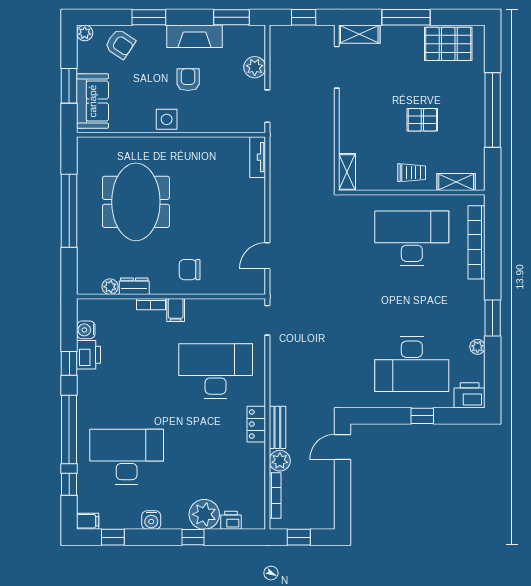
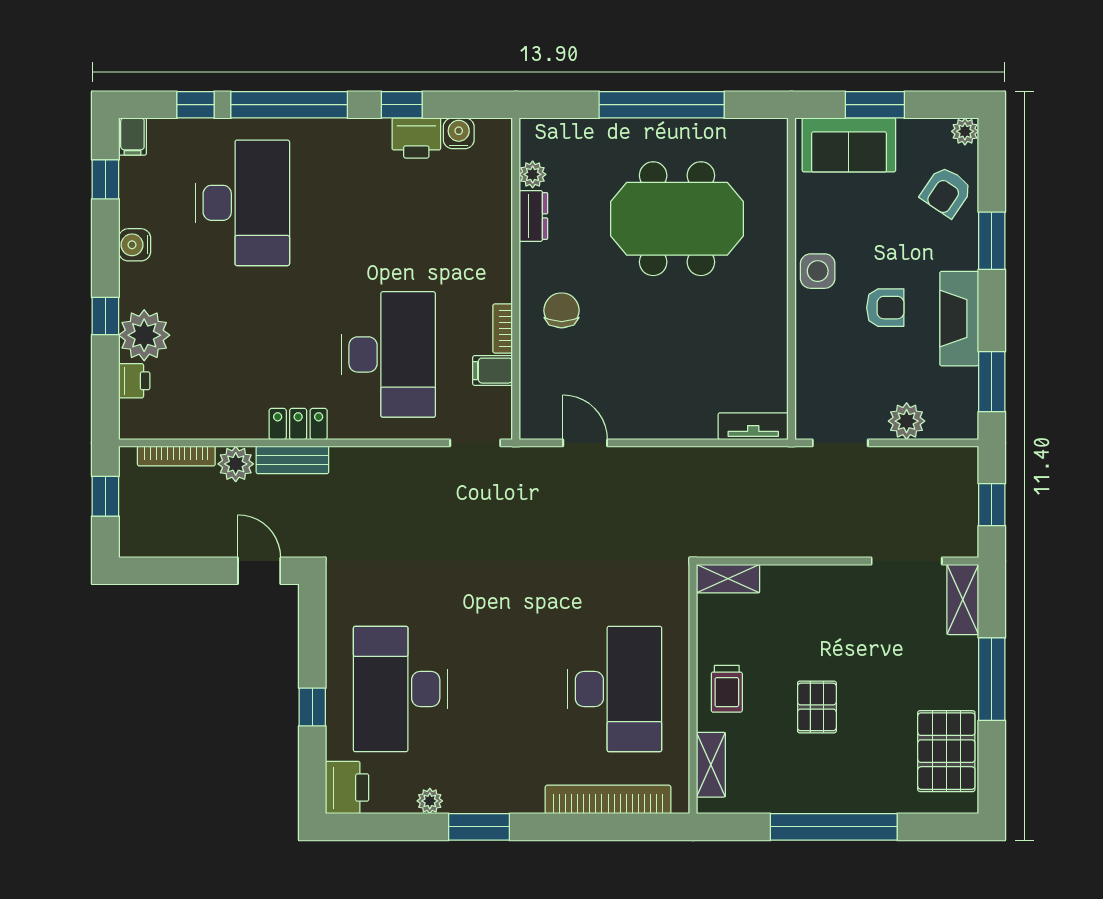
bookcase: (151, 304) -> (503, 328), moved
filing cabinet: (176, 310) -> (493, 371), moved

